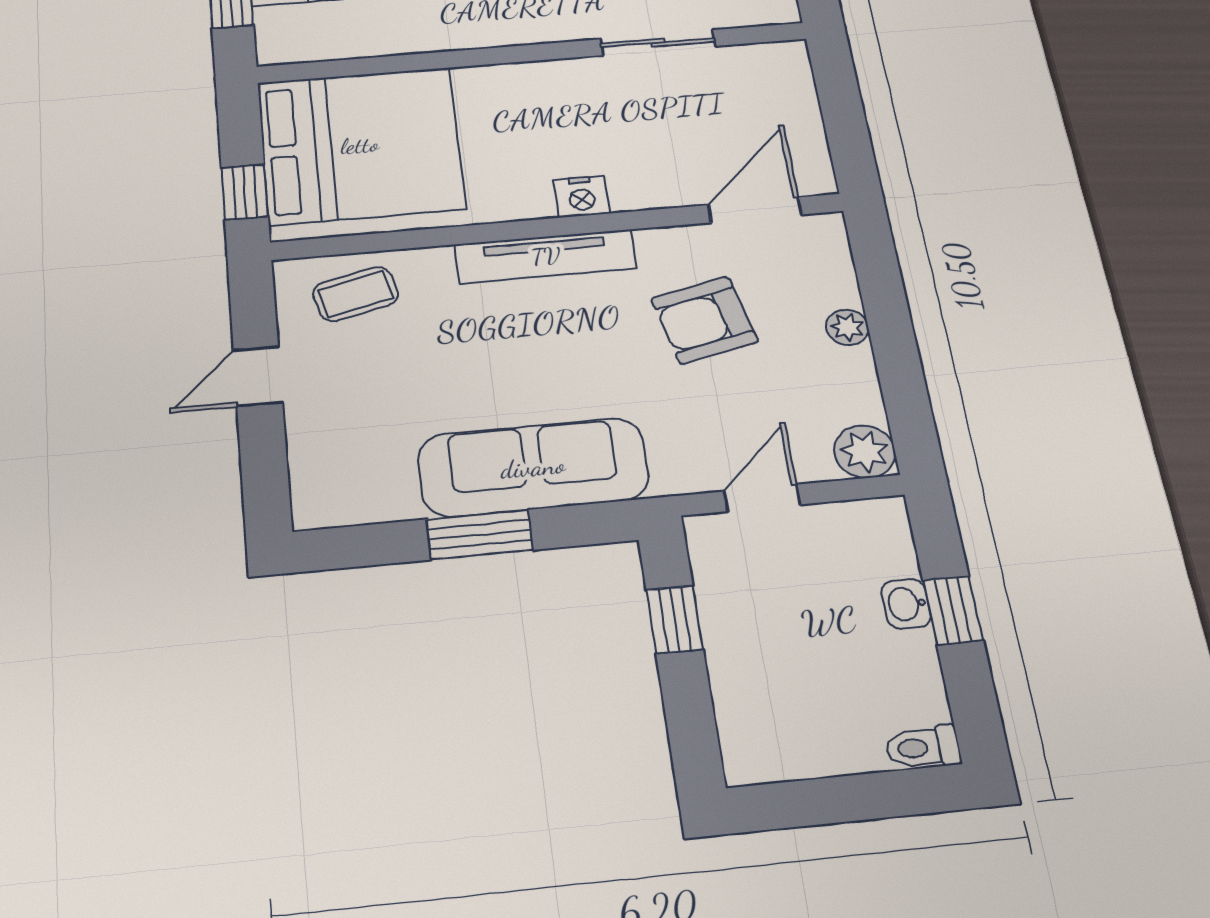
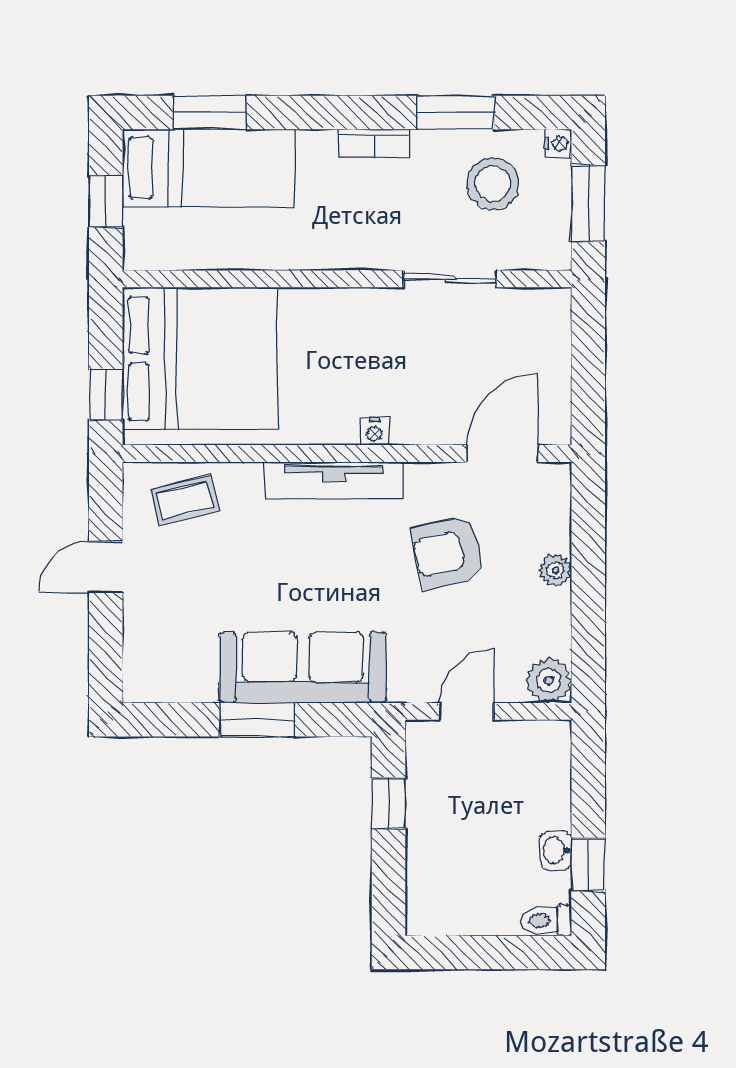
nightstand: (582, 197) -> (374, 432), width x0.72, depth x0.74
washbasin: (906, 604) -> (556, 850), moved
window: (953, 610) -> (588, 864), moved

